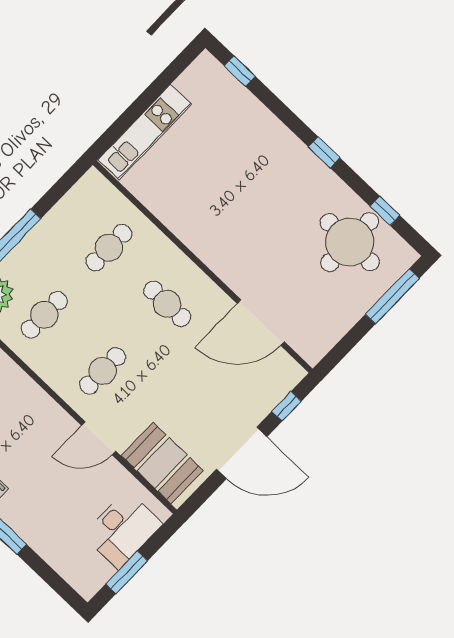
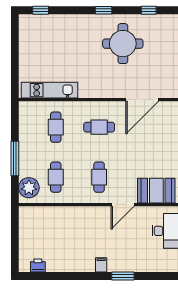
kitchen unit: (145, 132) -> (50, 90), moved, turned -90
round table: (350, 242) -> (123, 44), moved

